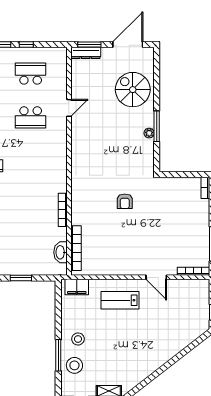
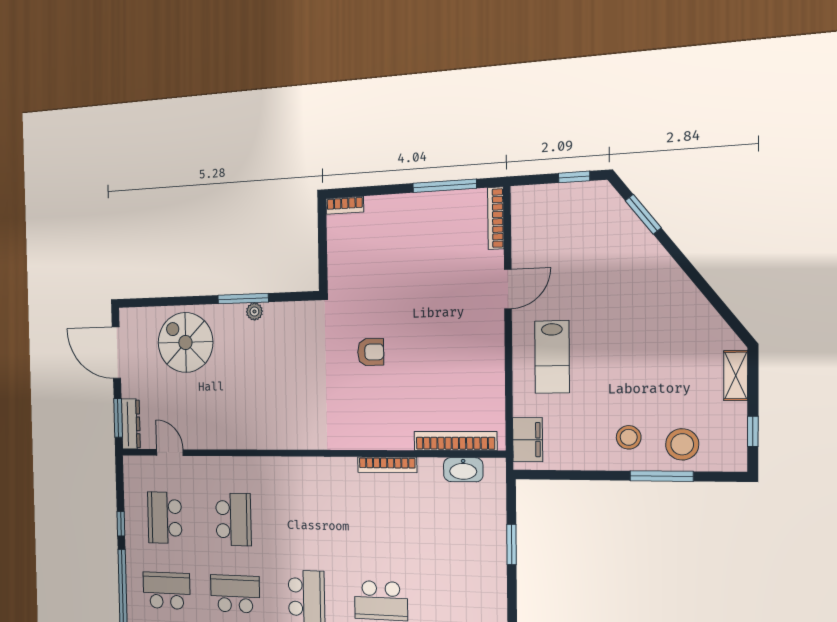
spiral stairs: (133, 90) -> (185, 342), turned 90
door: (69, 108) -> (170, 452), moved
window: (191, 347) -> (643, 214), added

